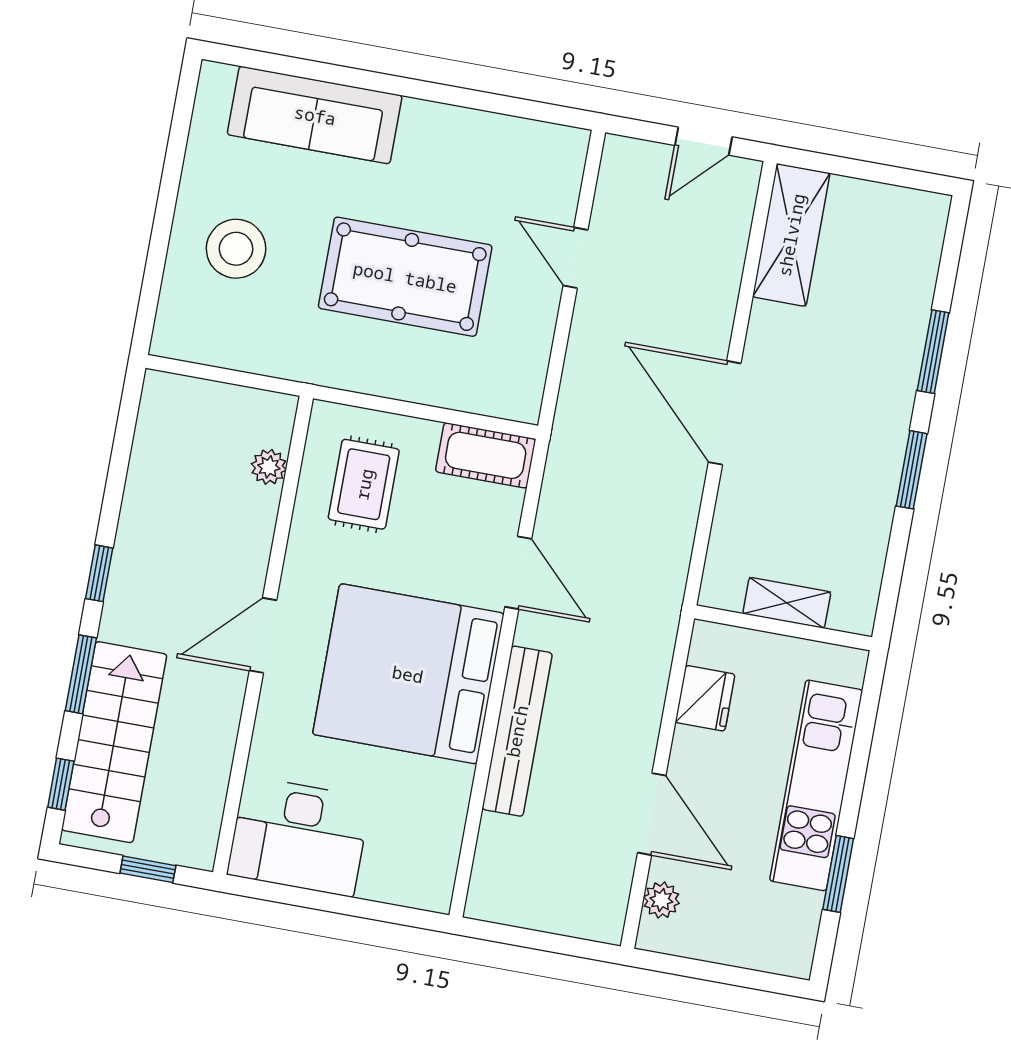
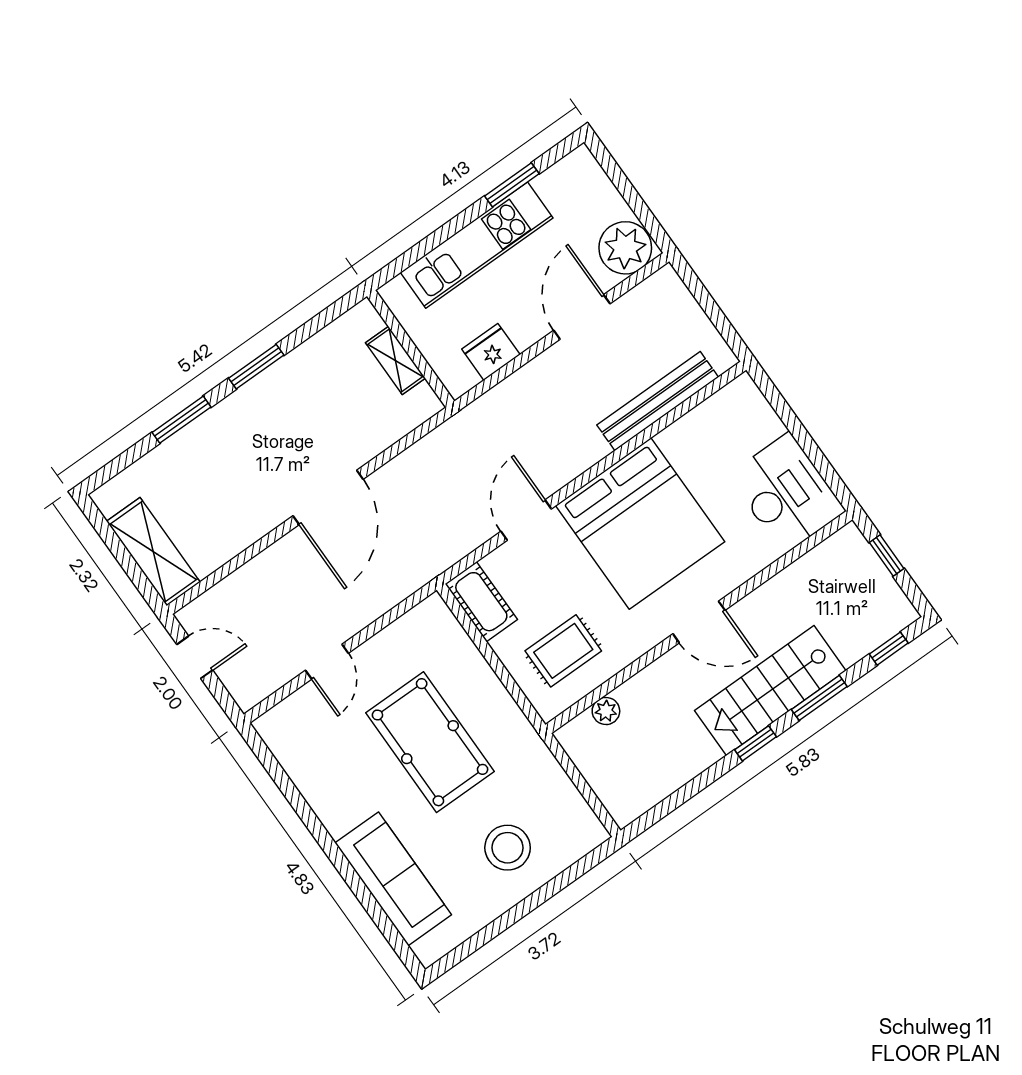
shelving: (791, 235) -> (153, 552), moved, turned 90
bench: (517, 731) -> (658, 401), moved
stairs: (114, 742) -> (770, 691), moved
plant: (661, 900) -> (625, 248), width x1.88, depth x1.88

